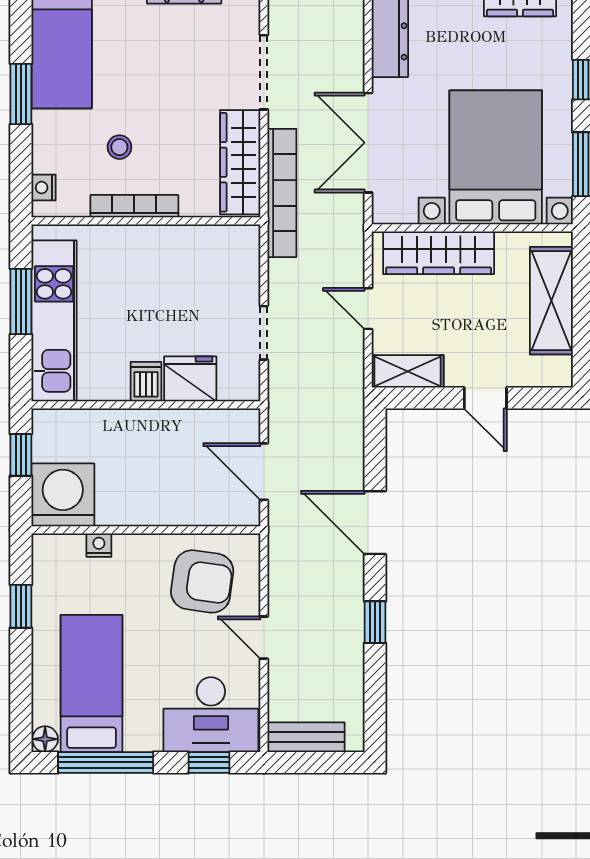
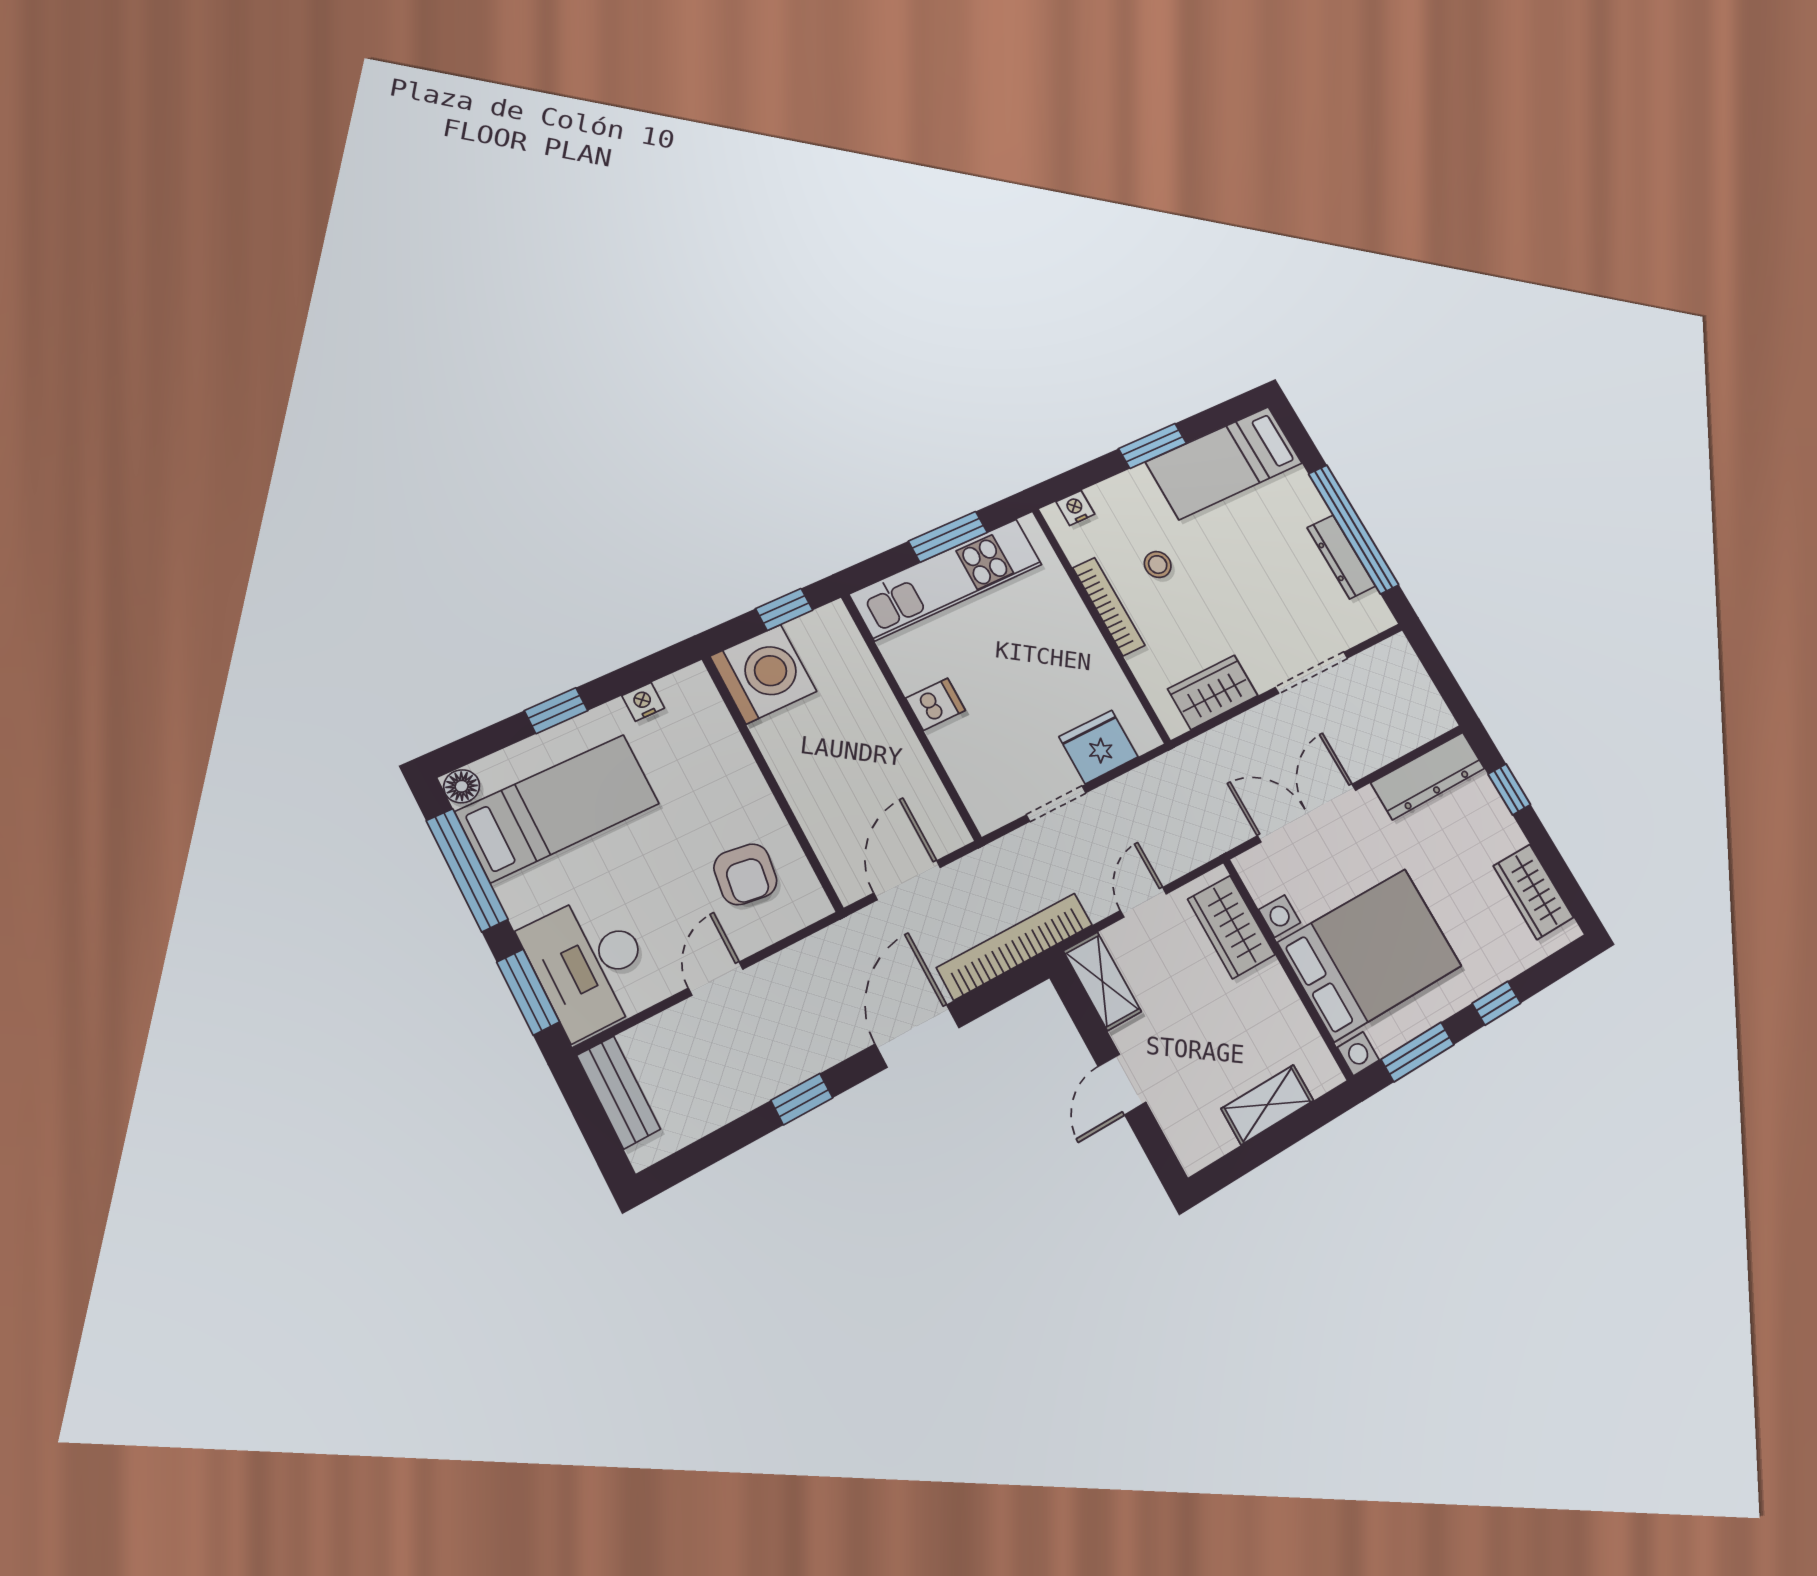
wardrobe: (240, 162) -> (1213, 692), width x0.67
bookcase: (282, 193) -> (1015, 946), moved, turned 180
wardrobe: (439, 253) -> (1231, 927), width x0.67
shelving: (551, 301) -> (1267, 1105), width x0.67, depth x0.75
fridge: (190, 379) -> (1099, 747), moved, turned -90
nightstand: (99, 545) -> (643, 702), moved, turned -90
armchair: (202, 581) -> (745, 874), width x0.72, depth x0.72
window: (21, 606) -> (556, 711), moved
window: (209, 762) -> (528, 992), width x1.50

